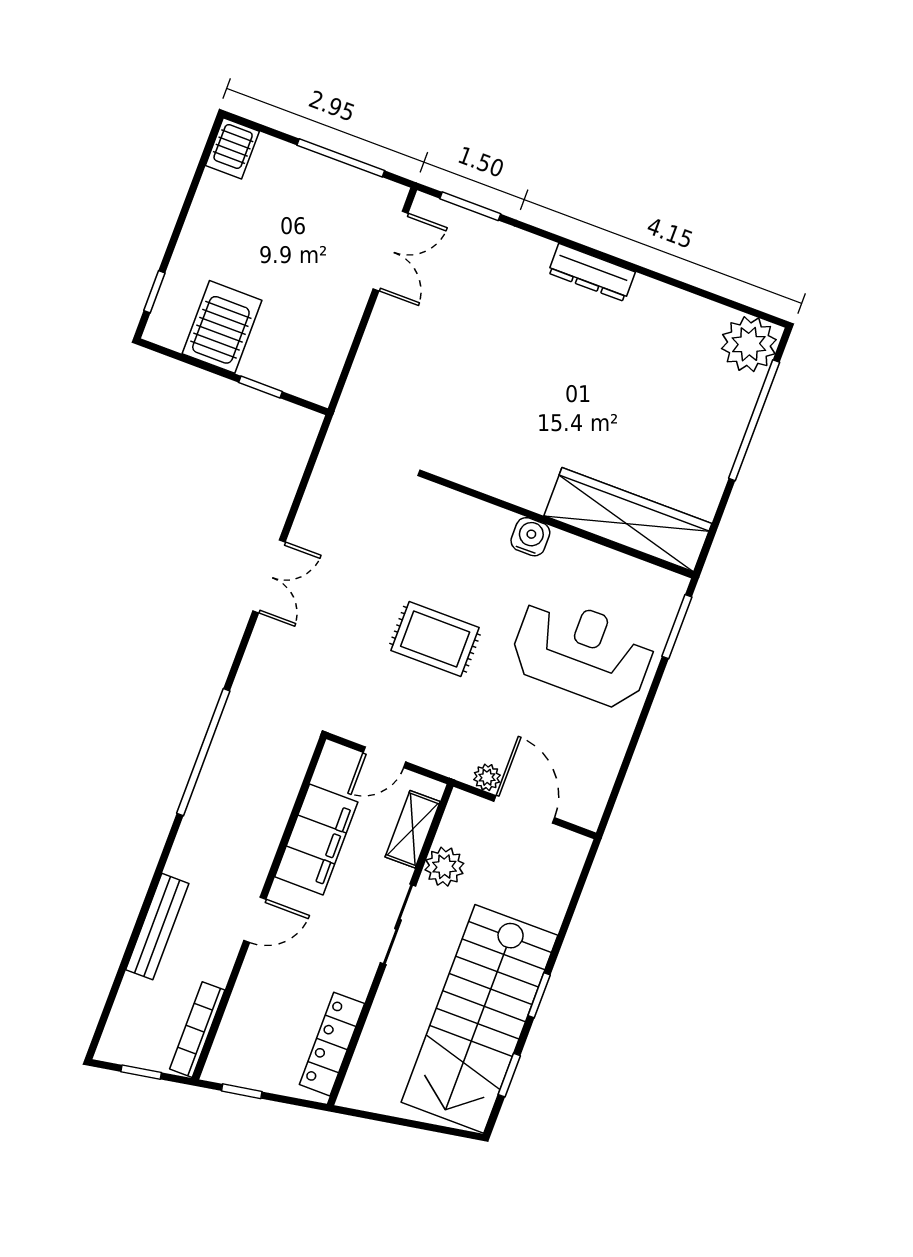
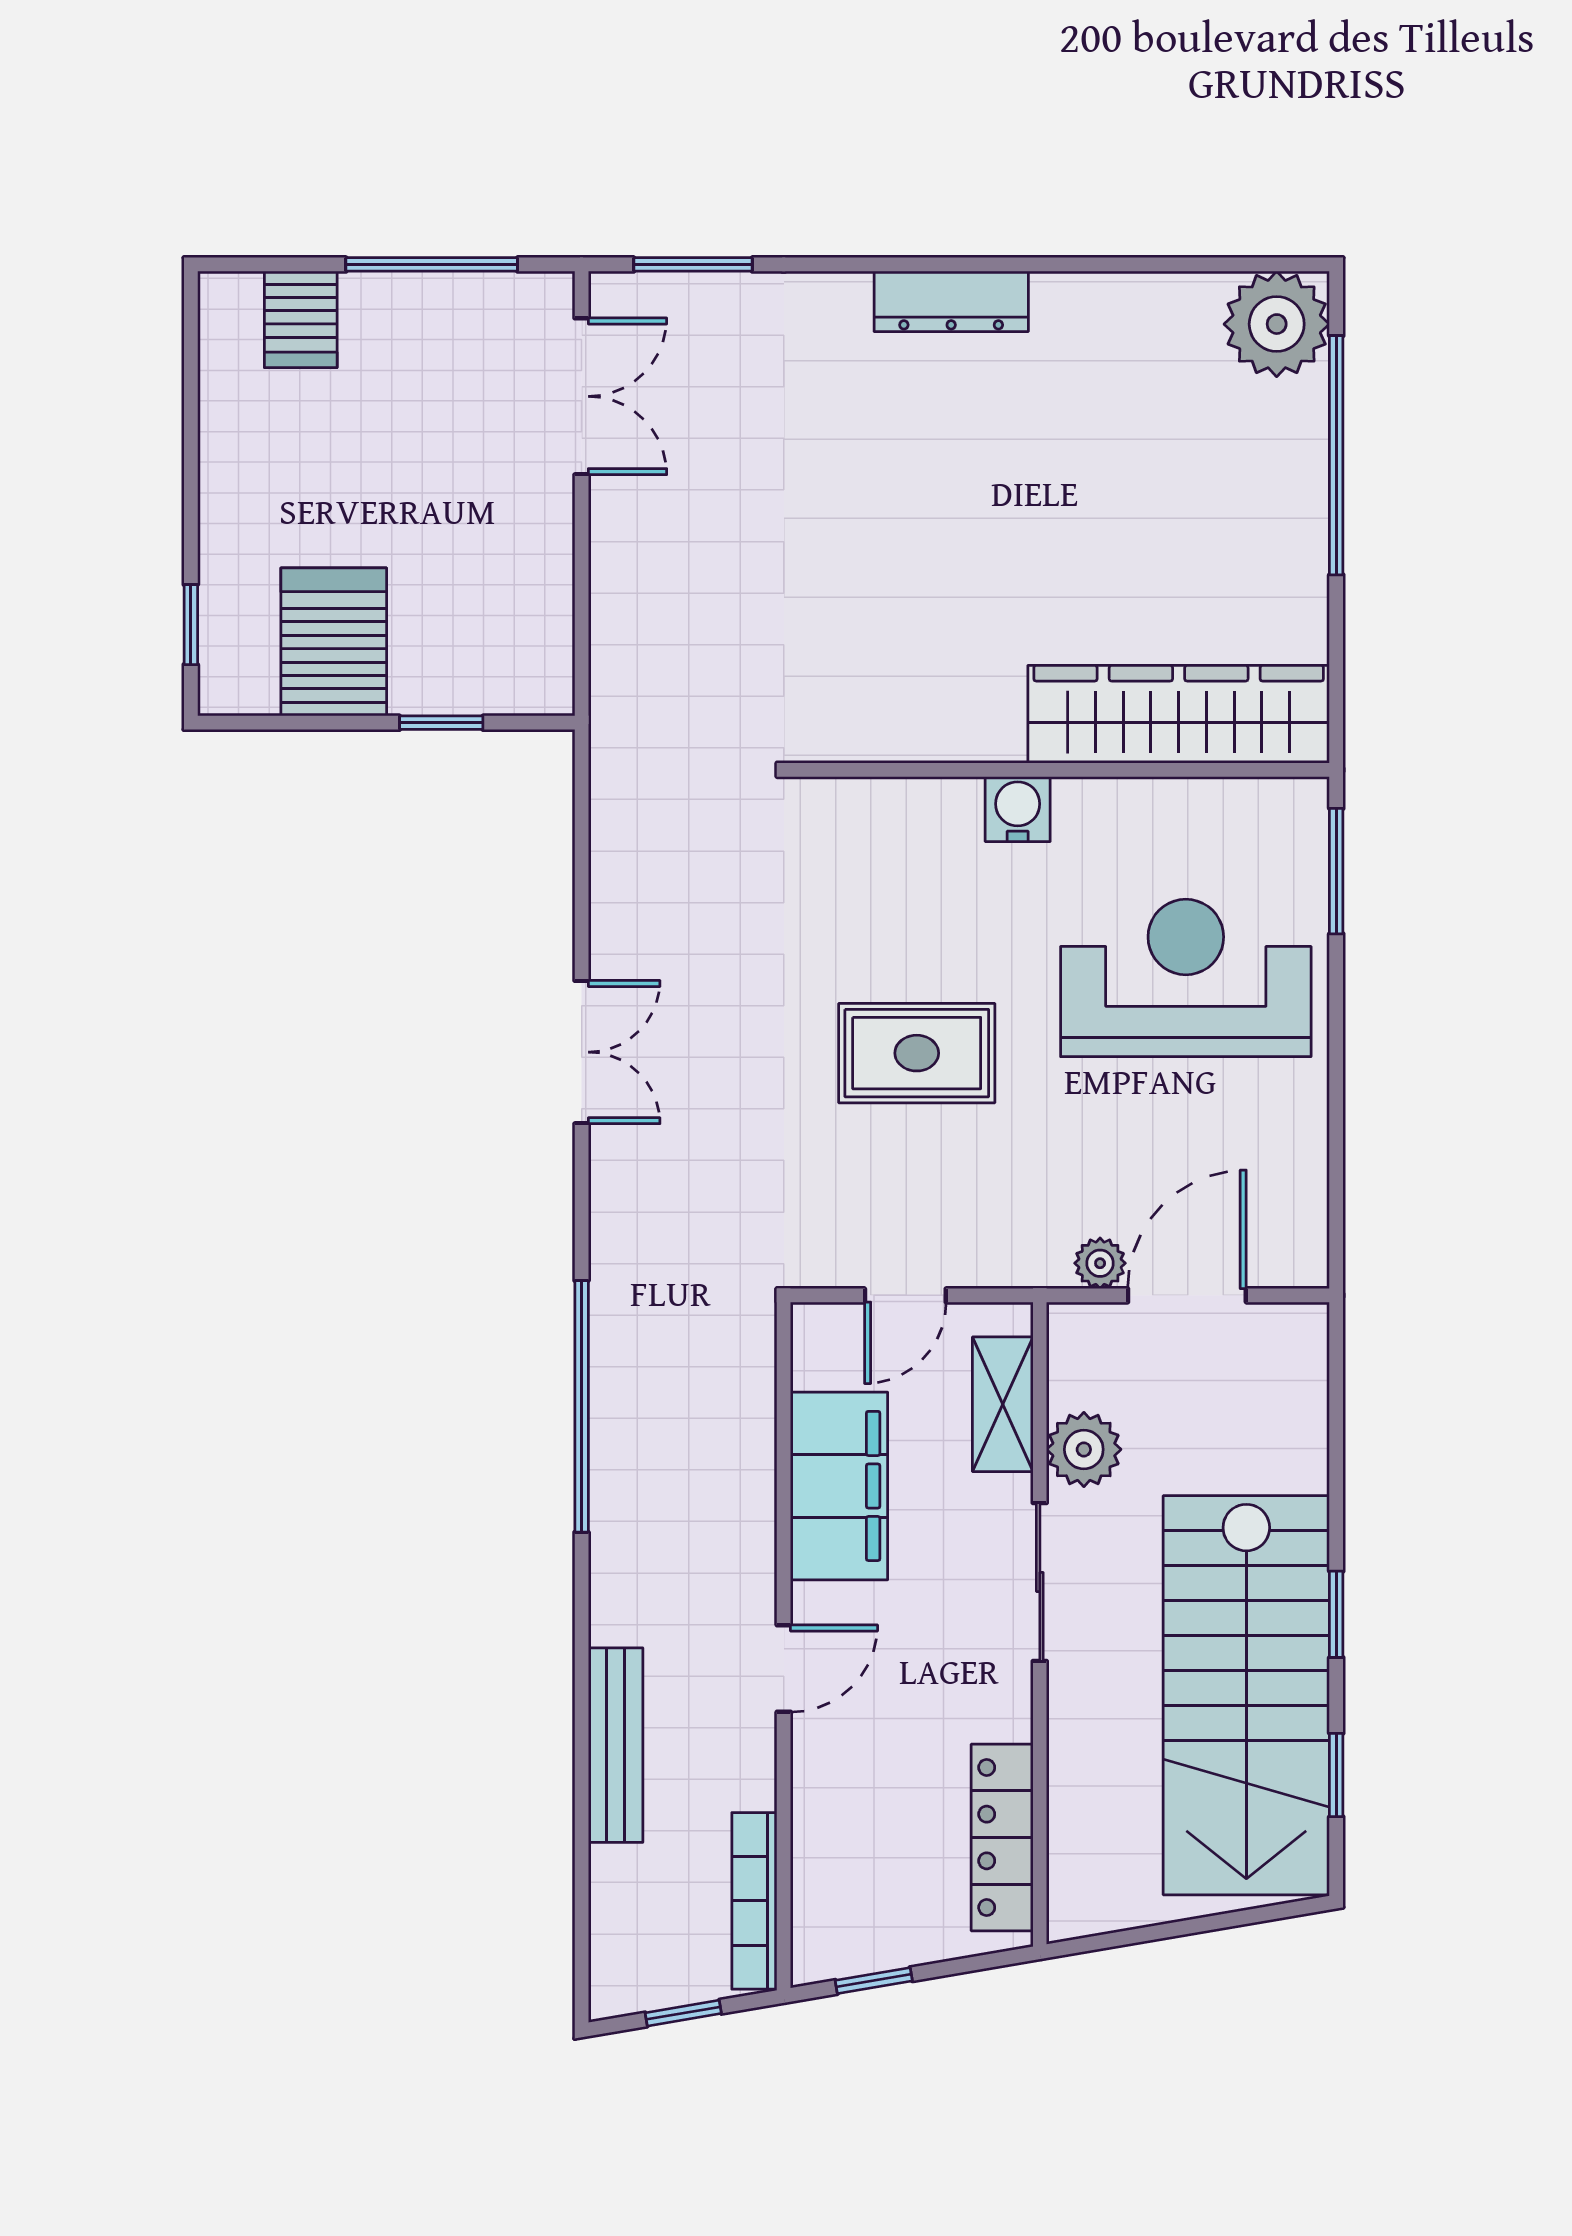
server rack: (232, 148) -> (301, 319), moved
door: (524, 809) -> (1187, 1295), hinge flipped

